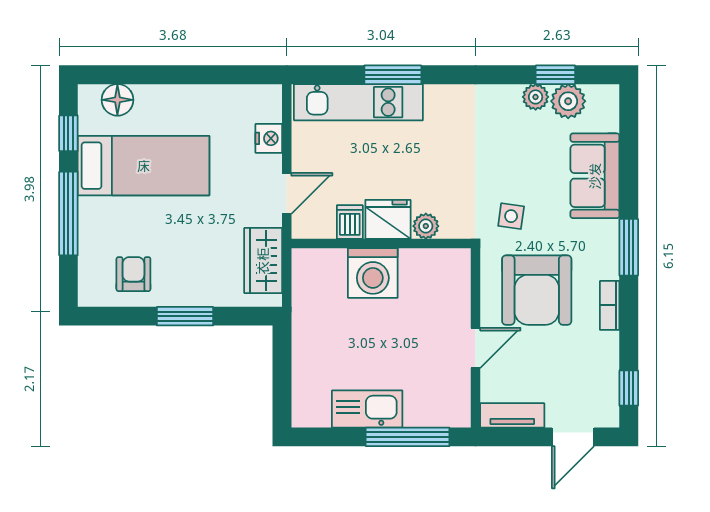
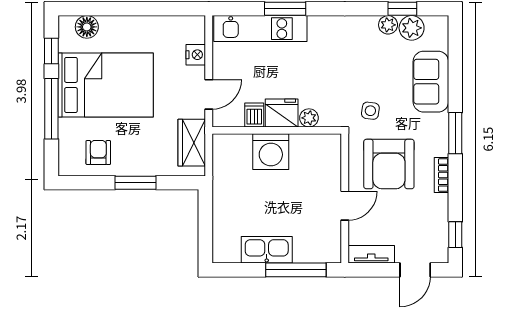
bed: (144, 166) -> (106, 85), width x1.50

